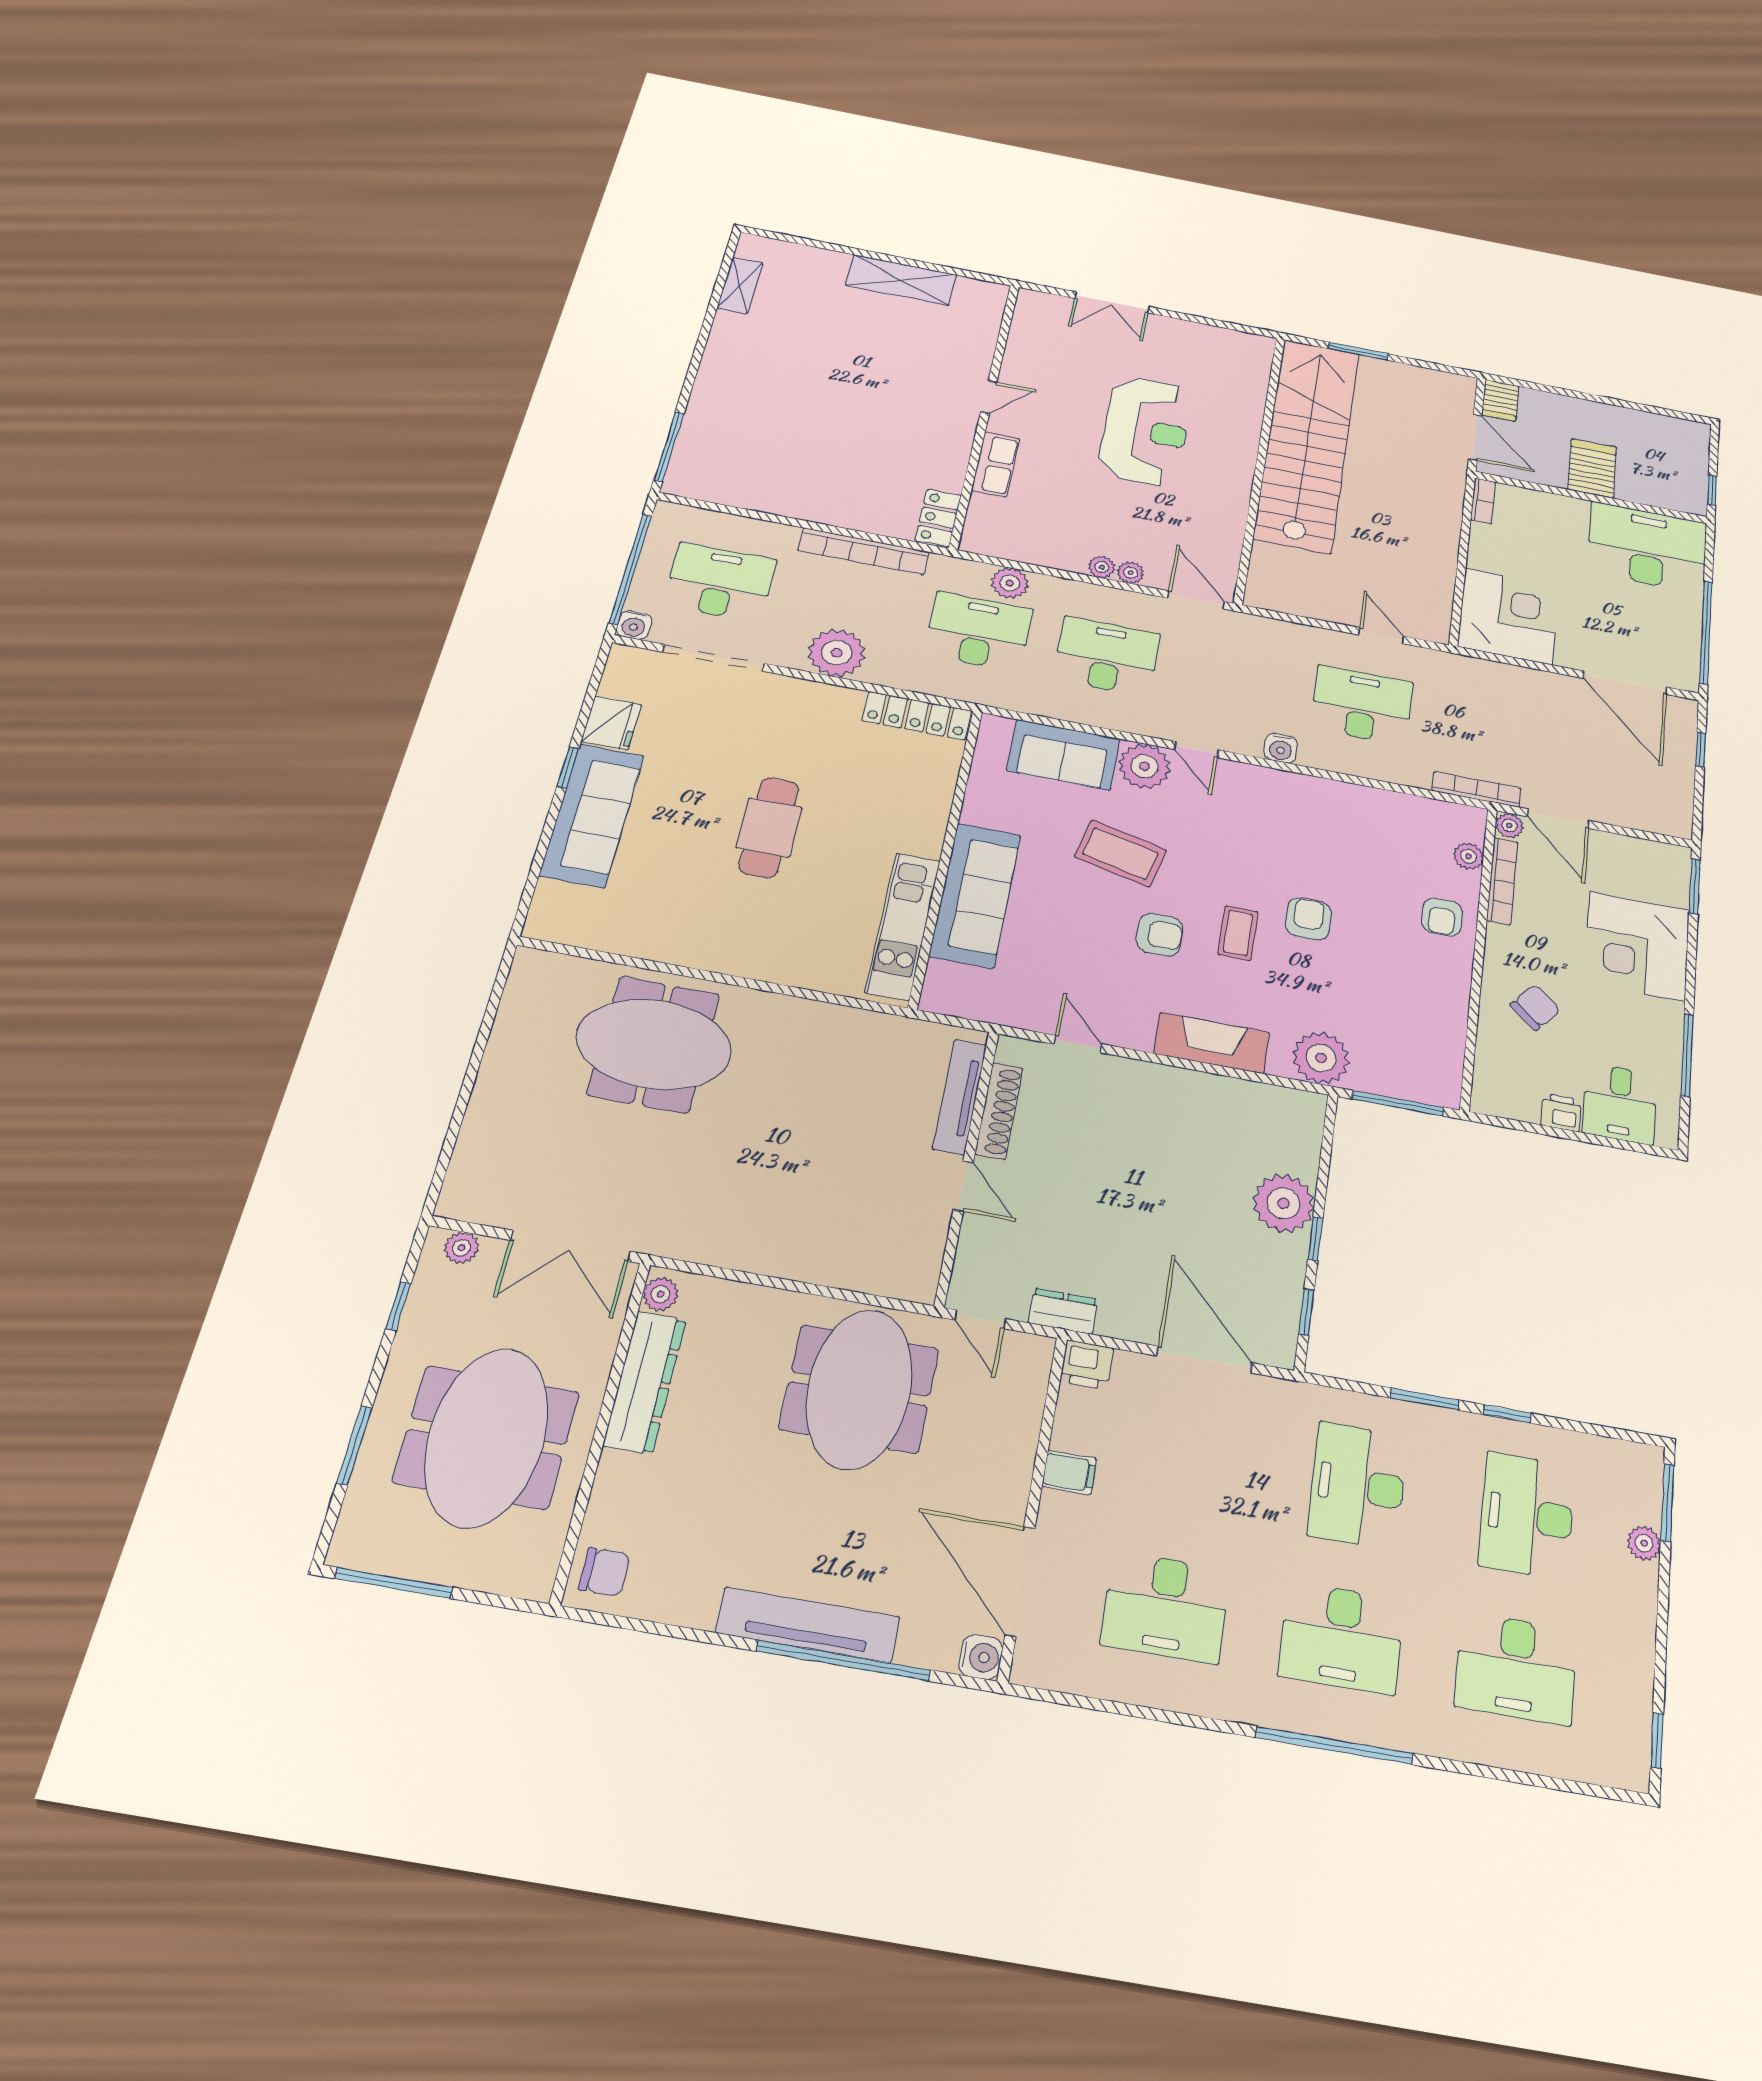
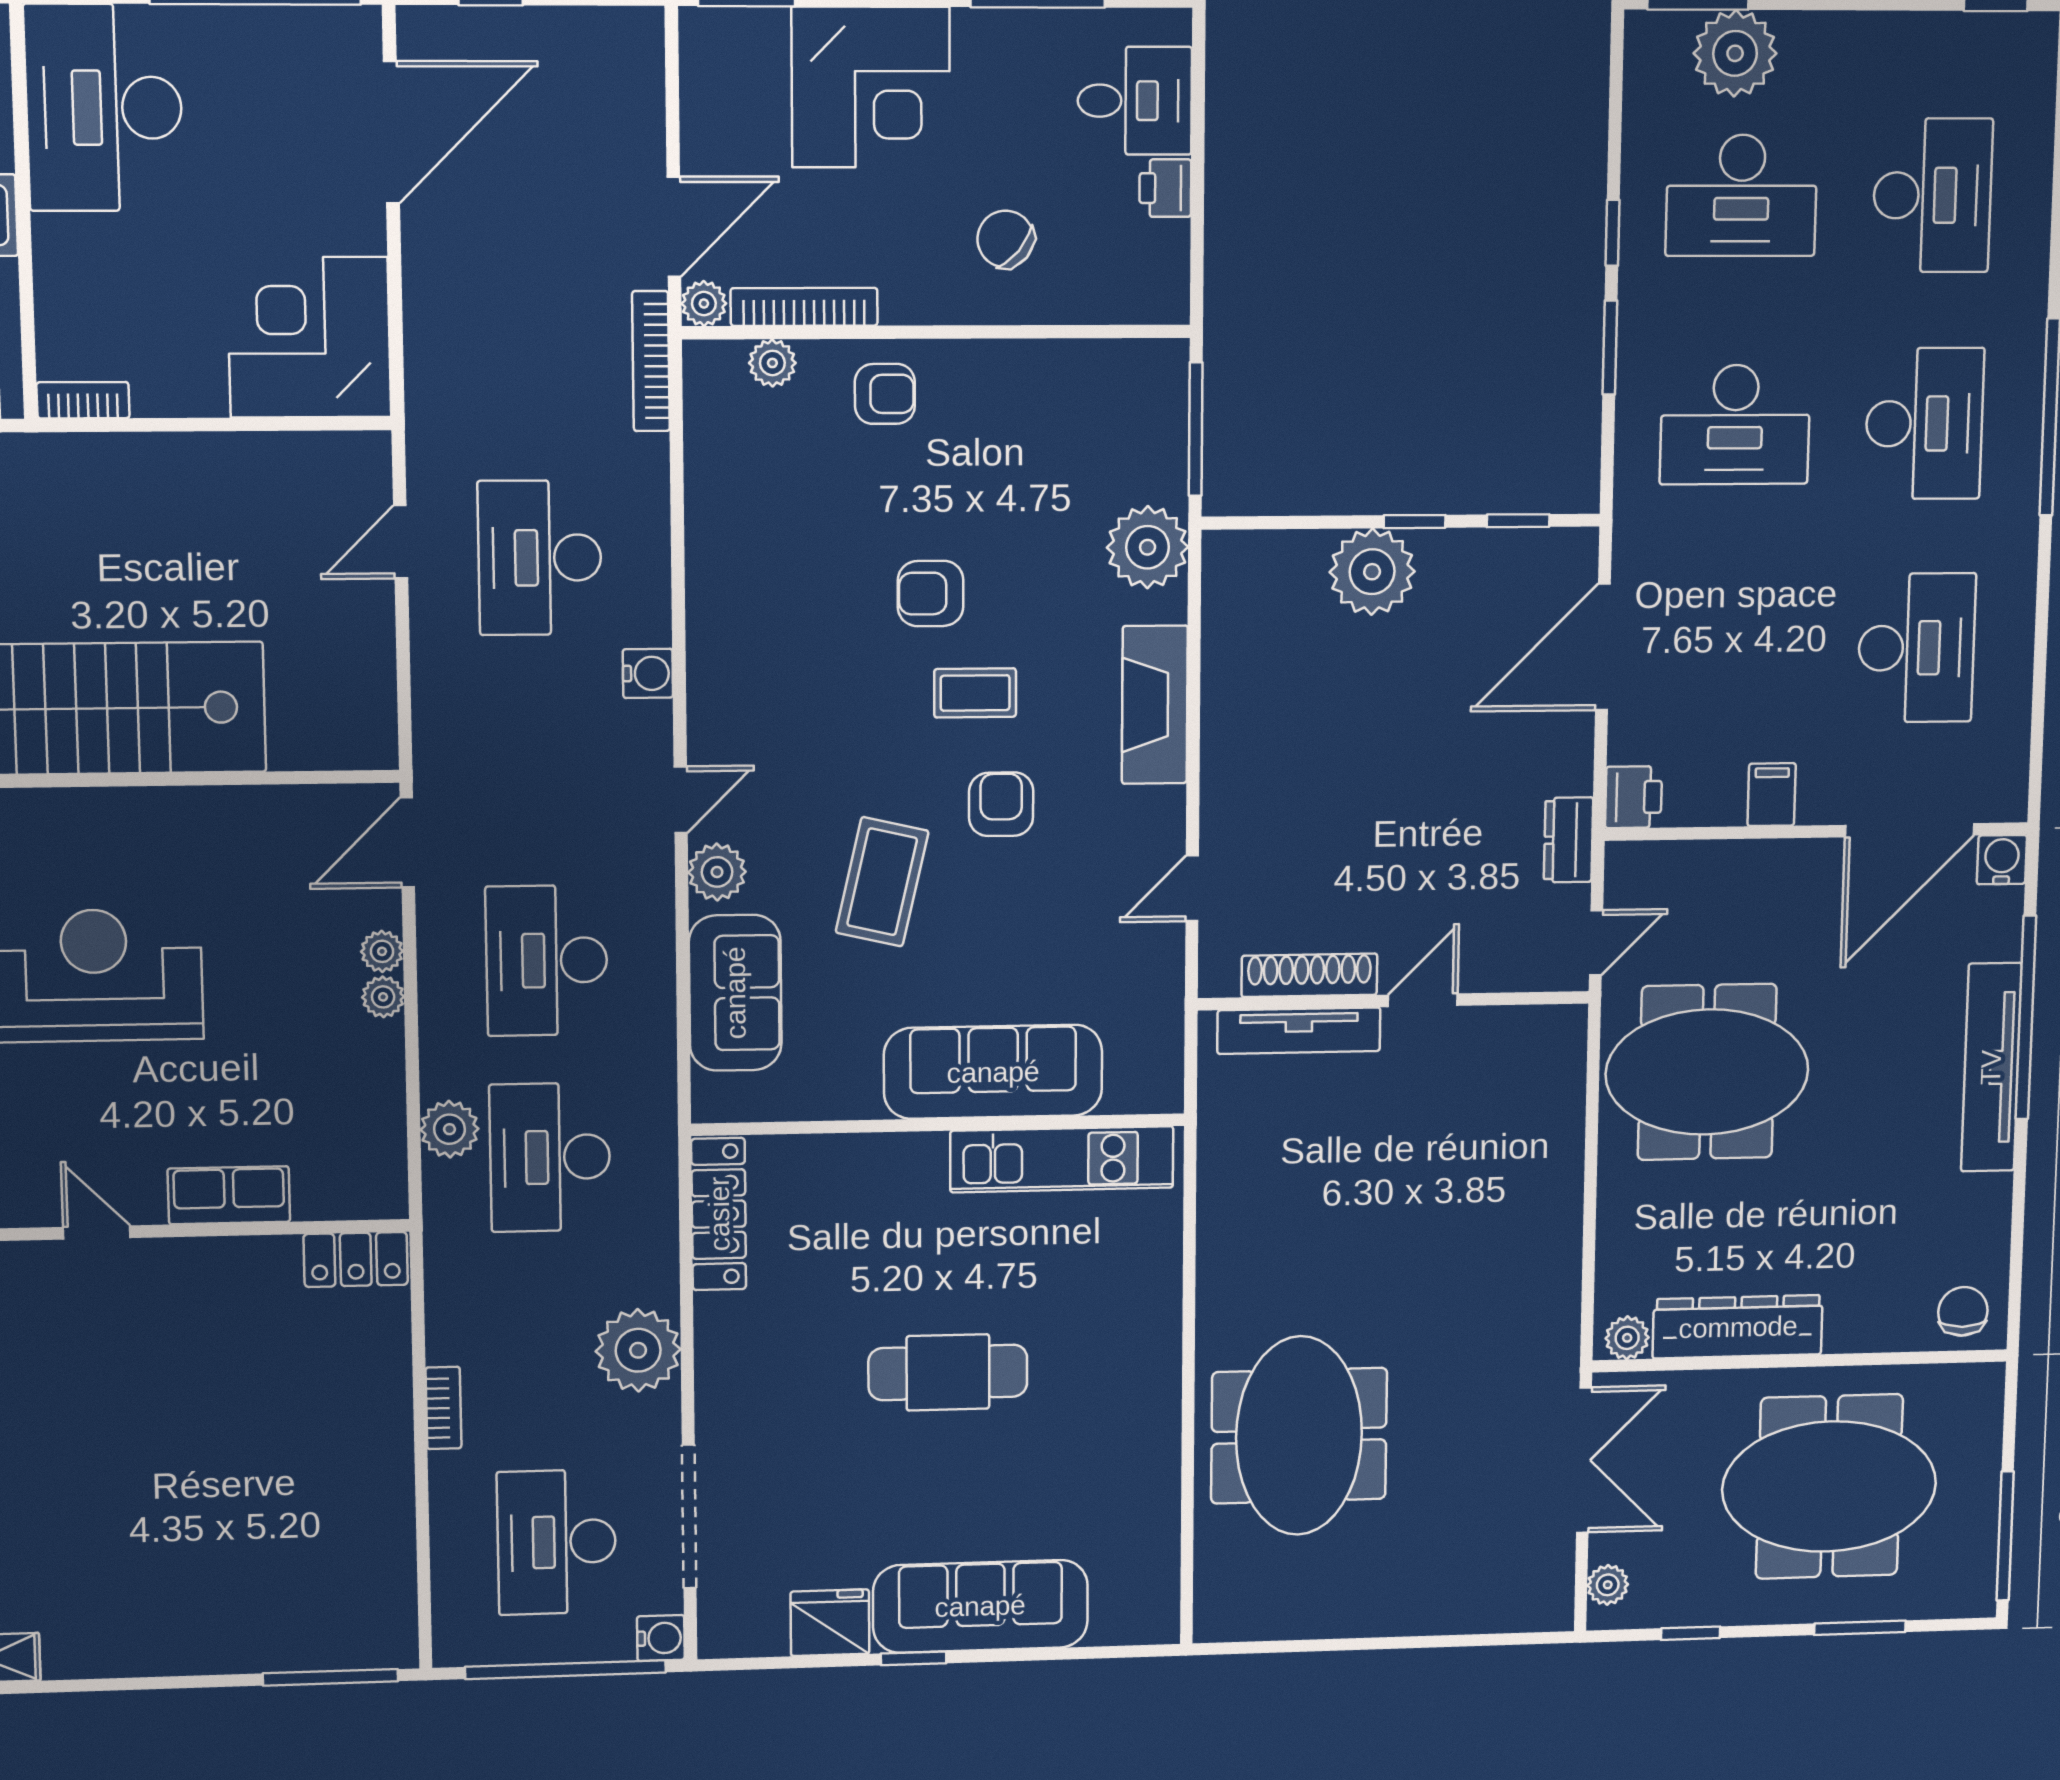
bookcase: (864, 551) -> (443, 1408), width x0.43, depth x0.76
plant: (1144, 766) -> (717, 872), width x0.73, depth x0.73
plant: (1644, 1543) -> (1735, 53), width x1.87, depth x1.87

